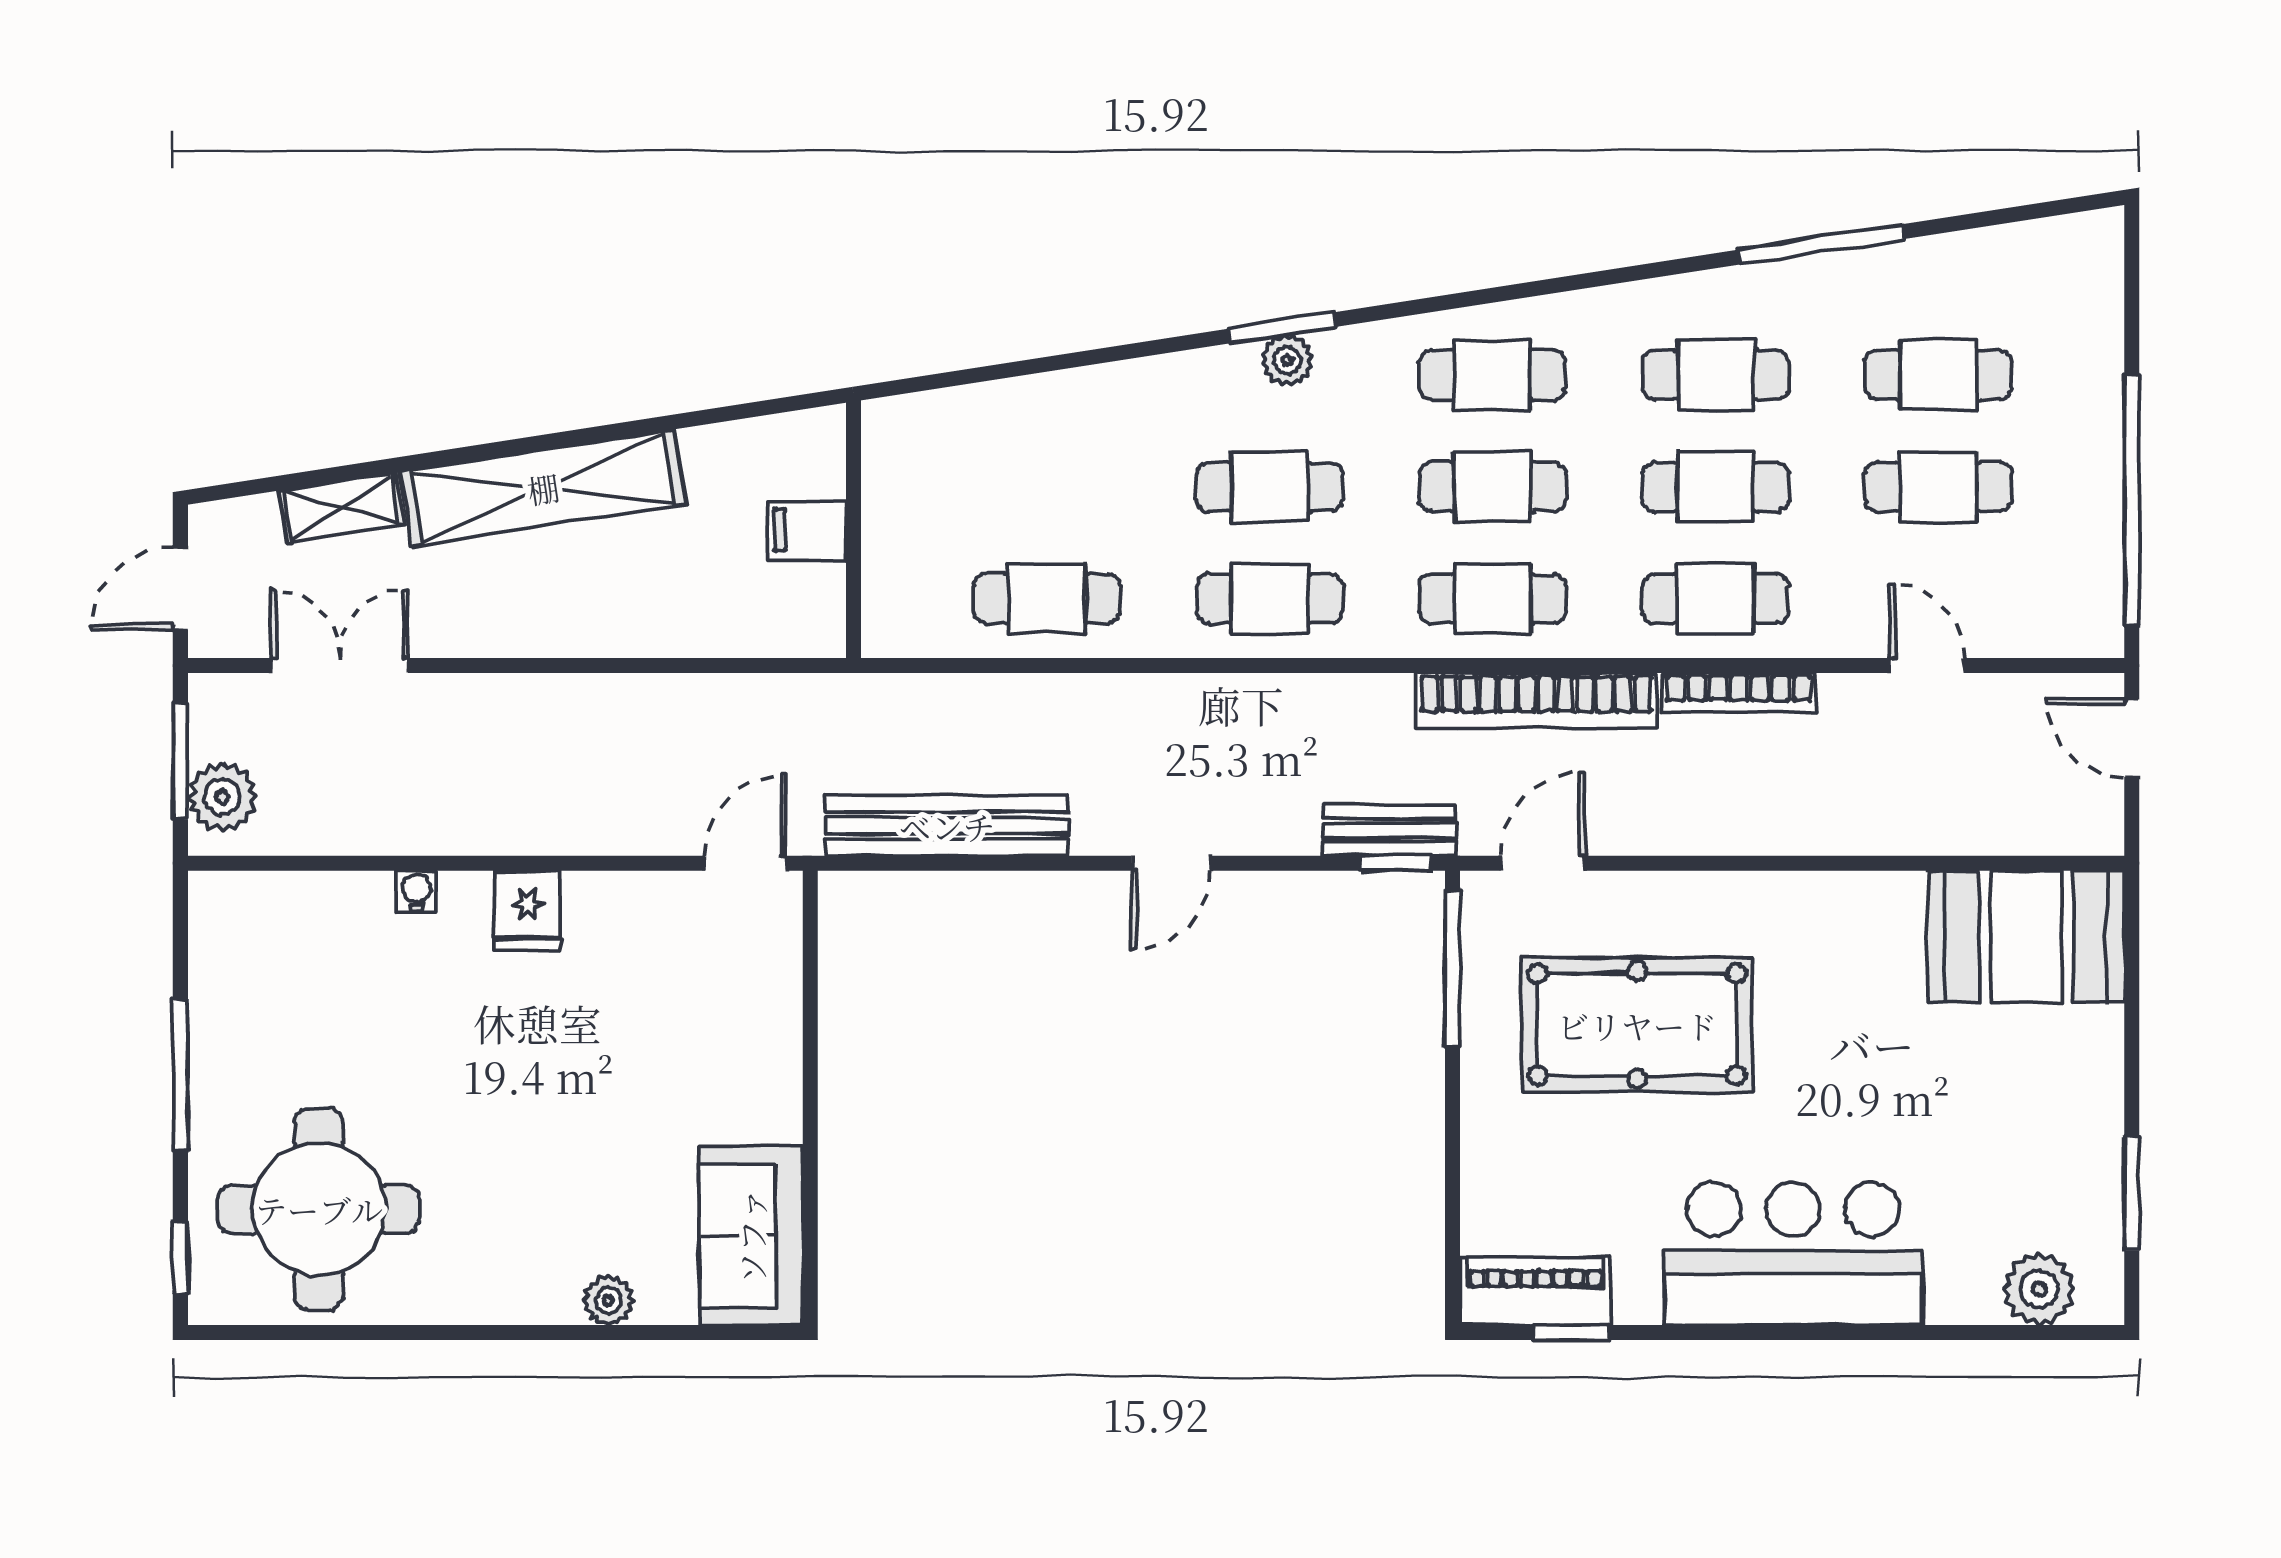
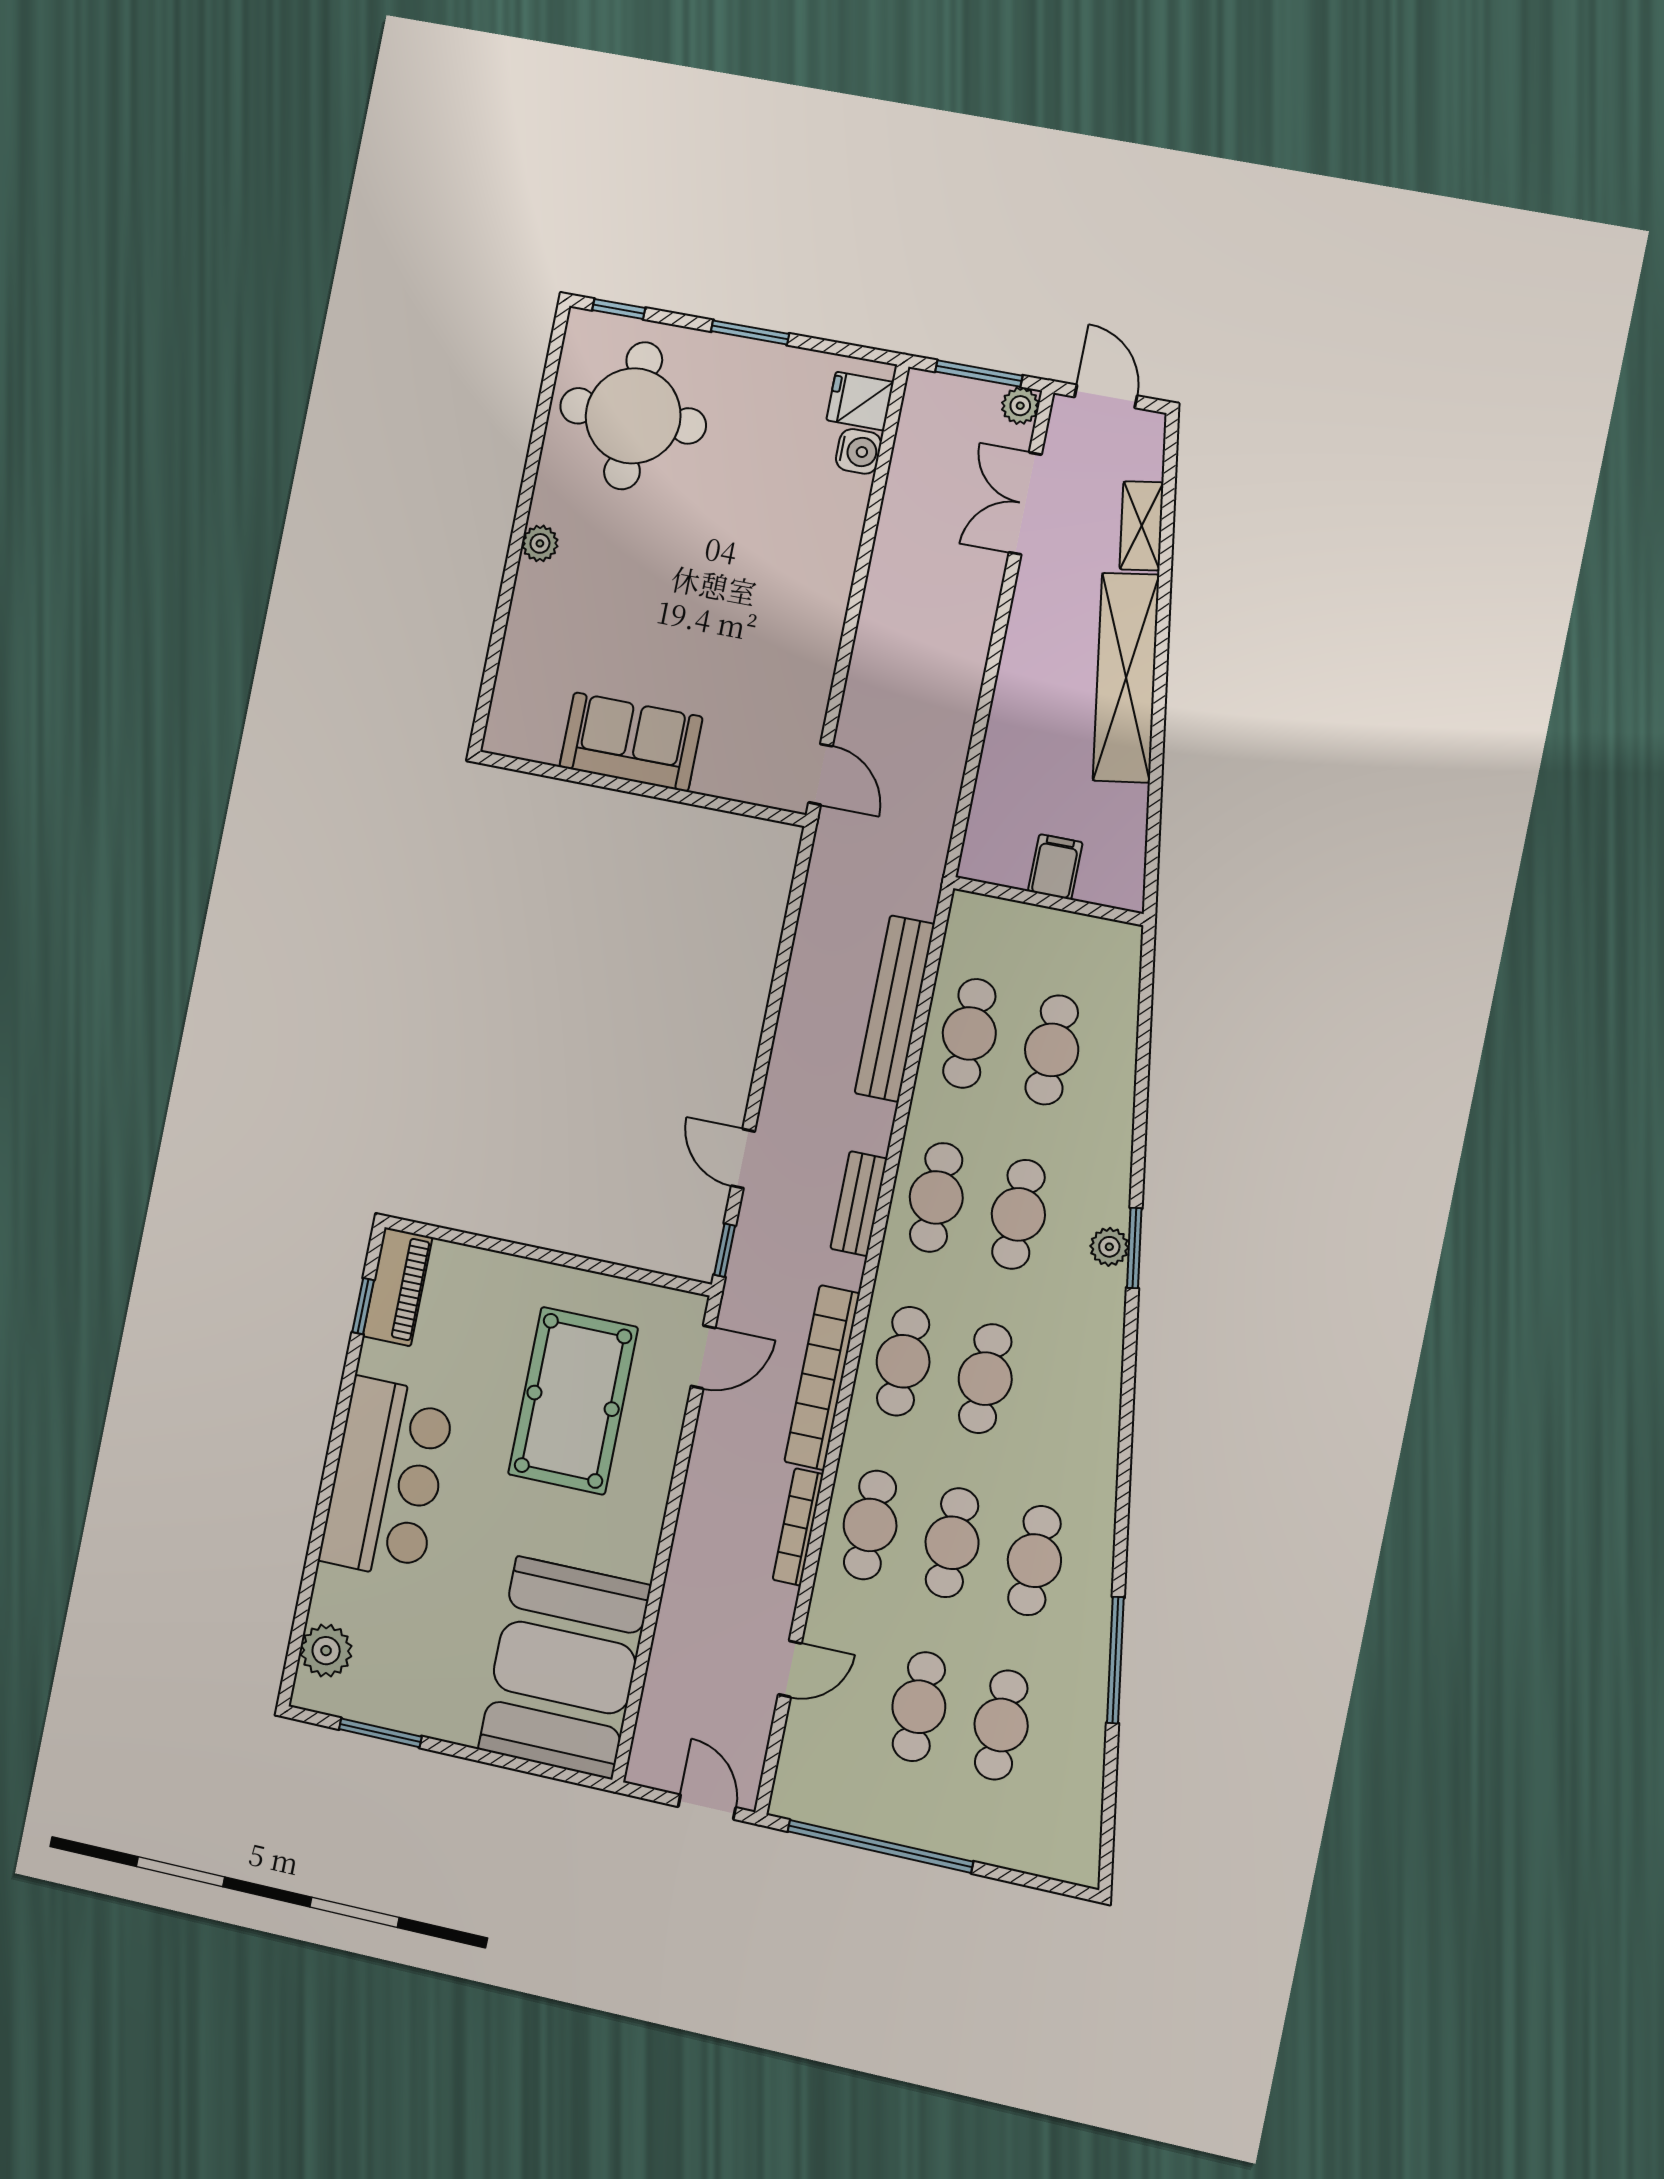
cafe table: (1493, 375) -> (1052, 1050), moved
double door: (340, 666) -> (1025, 504), swing flipped
door: (2132, 738) -> (707, 1807), hinge flipped
plant: (222, 797) -> (1020, 406), moved, width x0.73, depth x0.73
bench: (947, 826) -> (895, 1009), moved
bench: (1389, 830) -> (859, 1204), moved
door: (1171, 863) -> (743, 1159), moved
door: (1543, 863) -> (703, 1357), hinge flipped
water cooler: (416, 891) -> (859, 451), moved, width x1.38, depth x1.38
fridge: (527, 910) -> (860, 401), moved
booth: (2026, 936) -> (564, 1667), width x1.36, depth x1.42
window: (1453, 968) -> (641, 1275), removed
window: (180, 1075) -> (750, 333), width x0.69
sofa: (751, 1236) -> (631, 742), moved
plant: (608, 1300) -> (540, 543), moved

